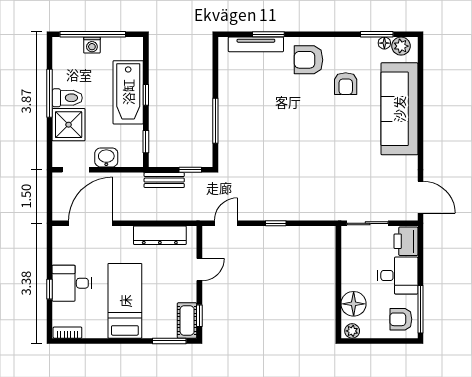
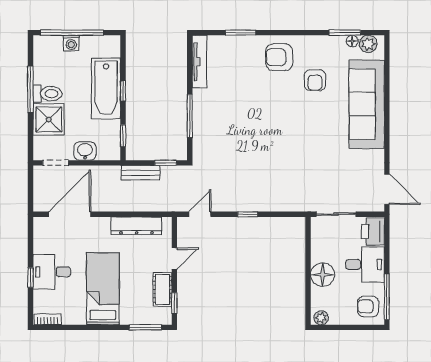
tv unit: (256, 44) -> (200, 62), moved, turned -90
floor lamp: (354, 304) -> (323, 275), moved
cot: (187, 321) -> (163, 289), moved

